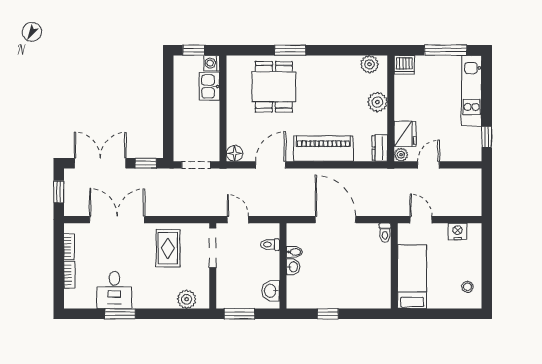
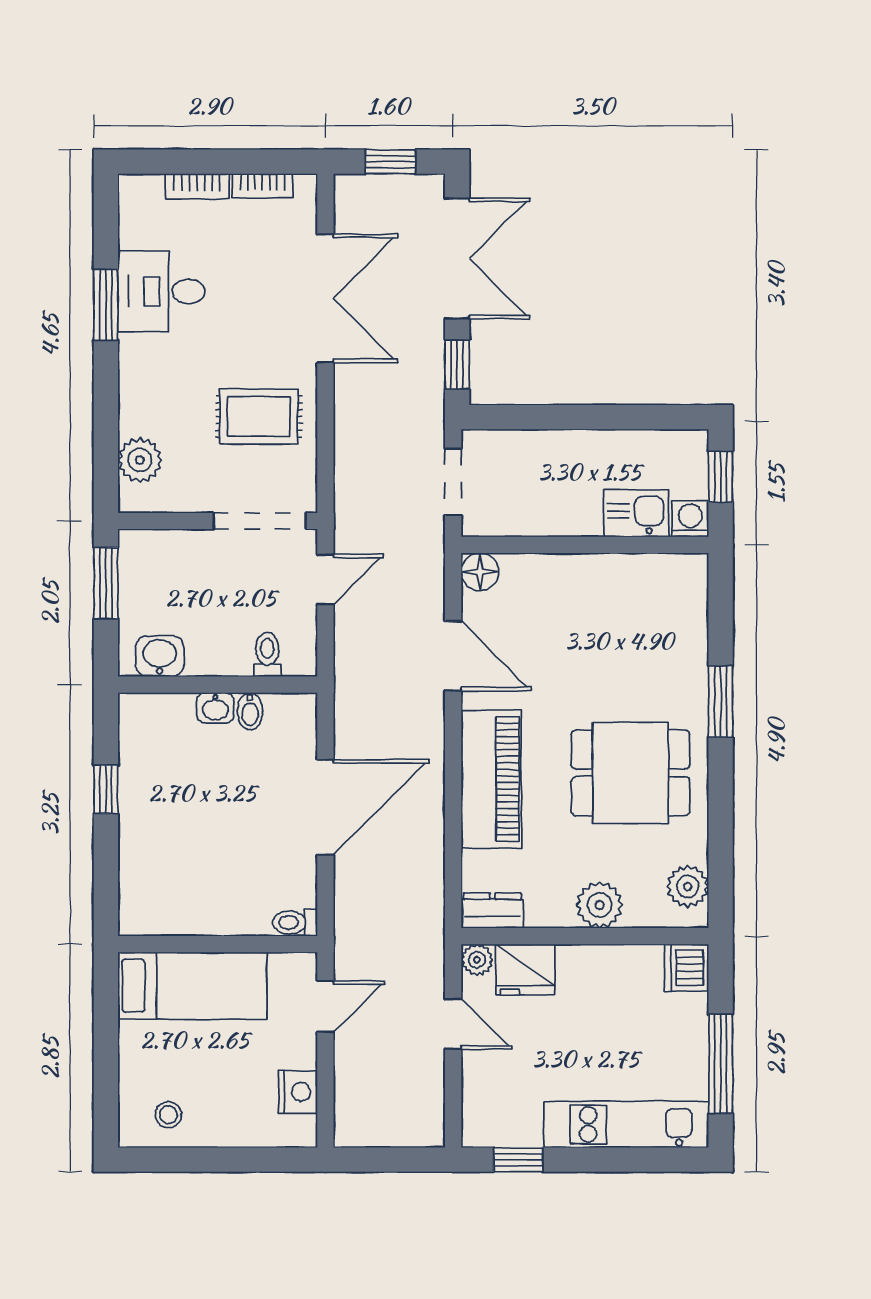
dining table: (274, 87) -> (630, 773), moved

